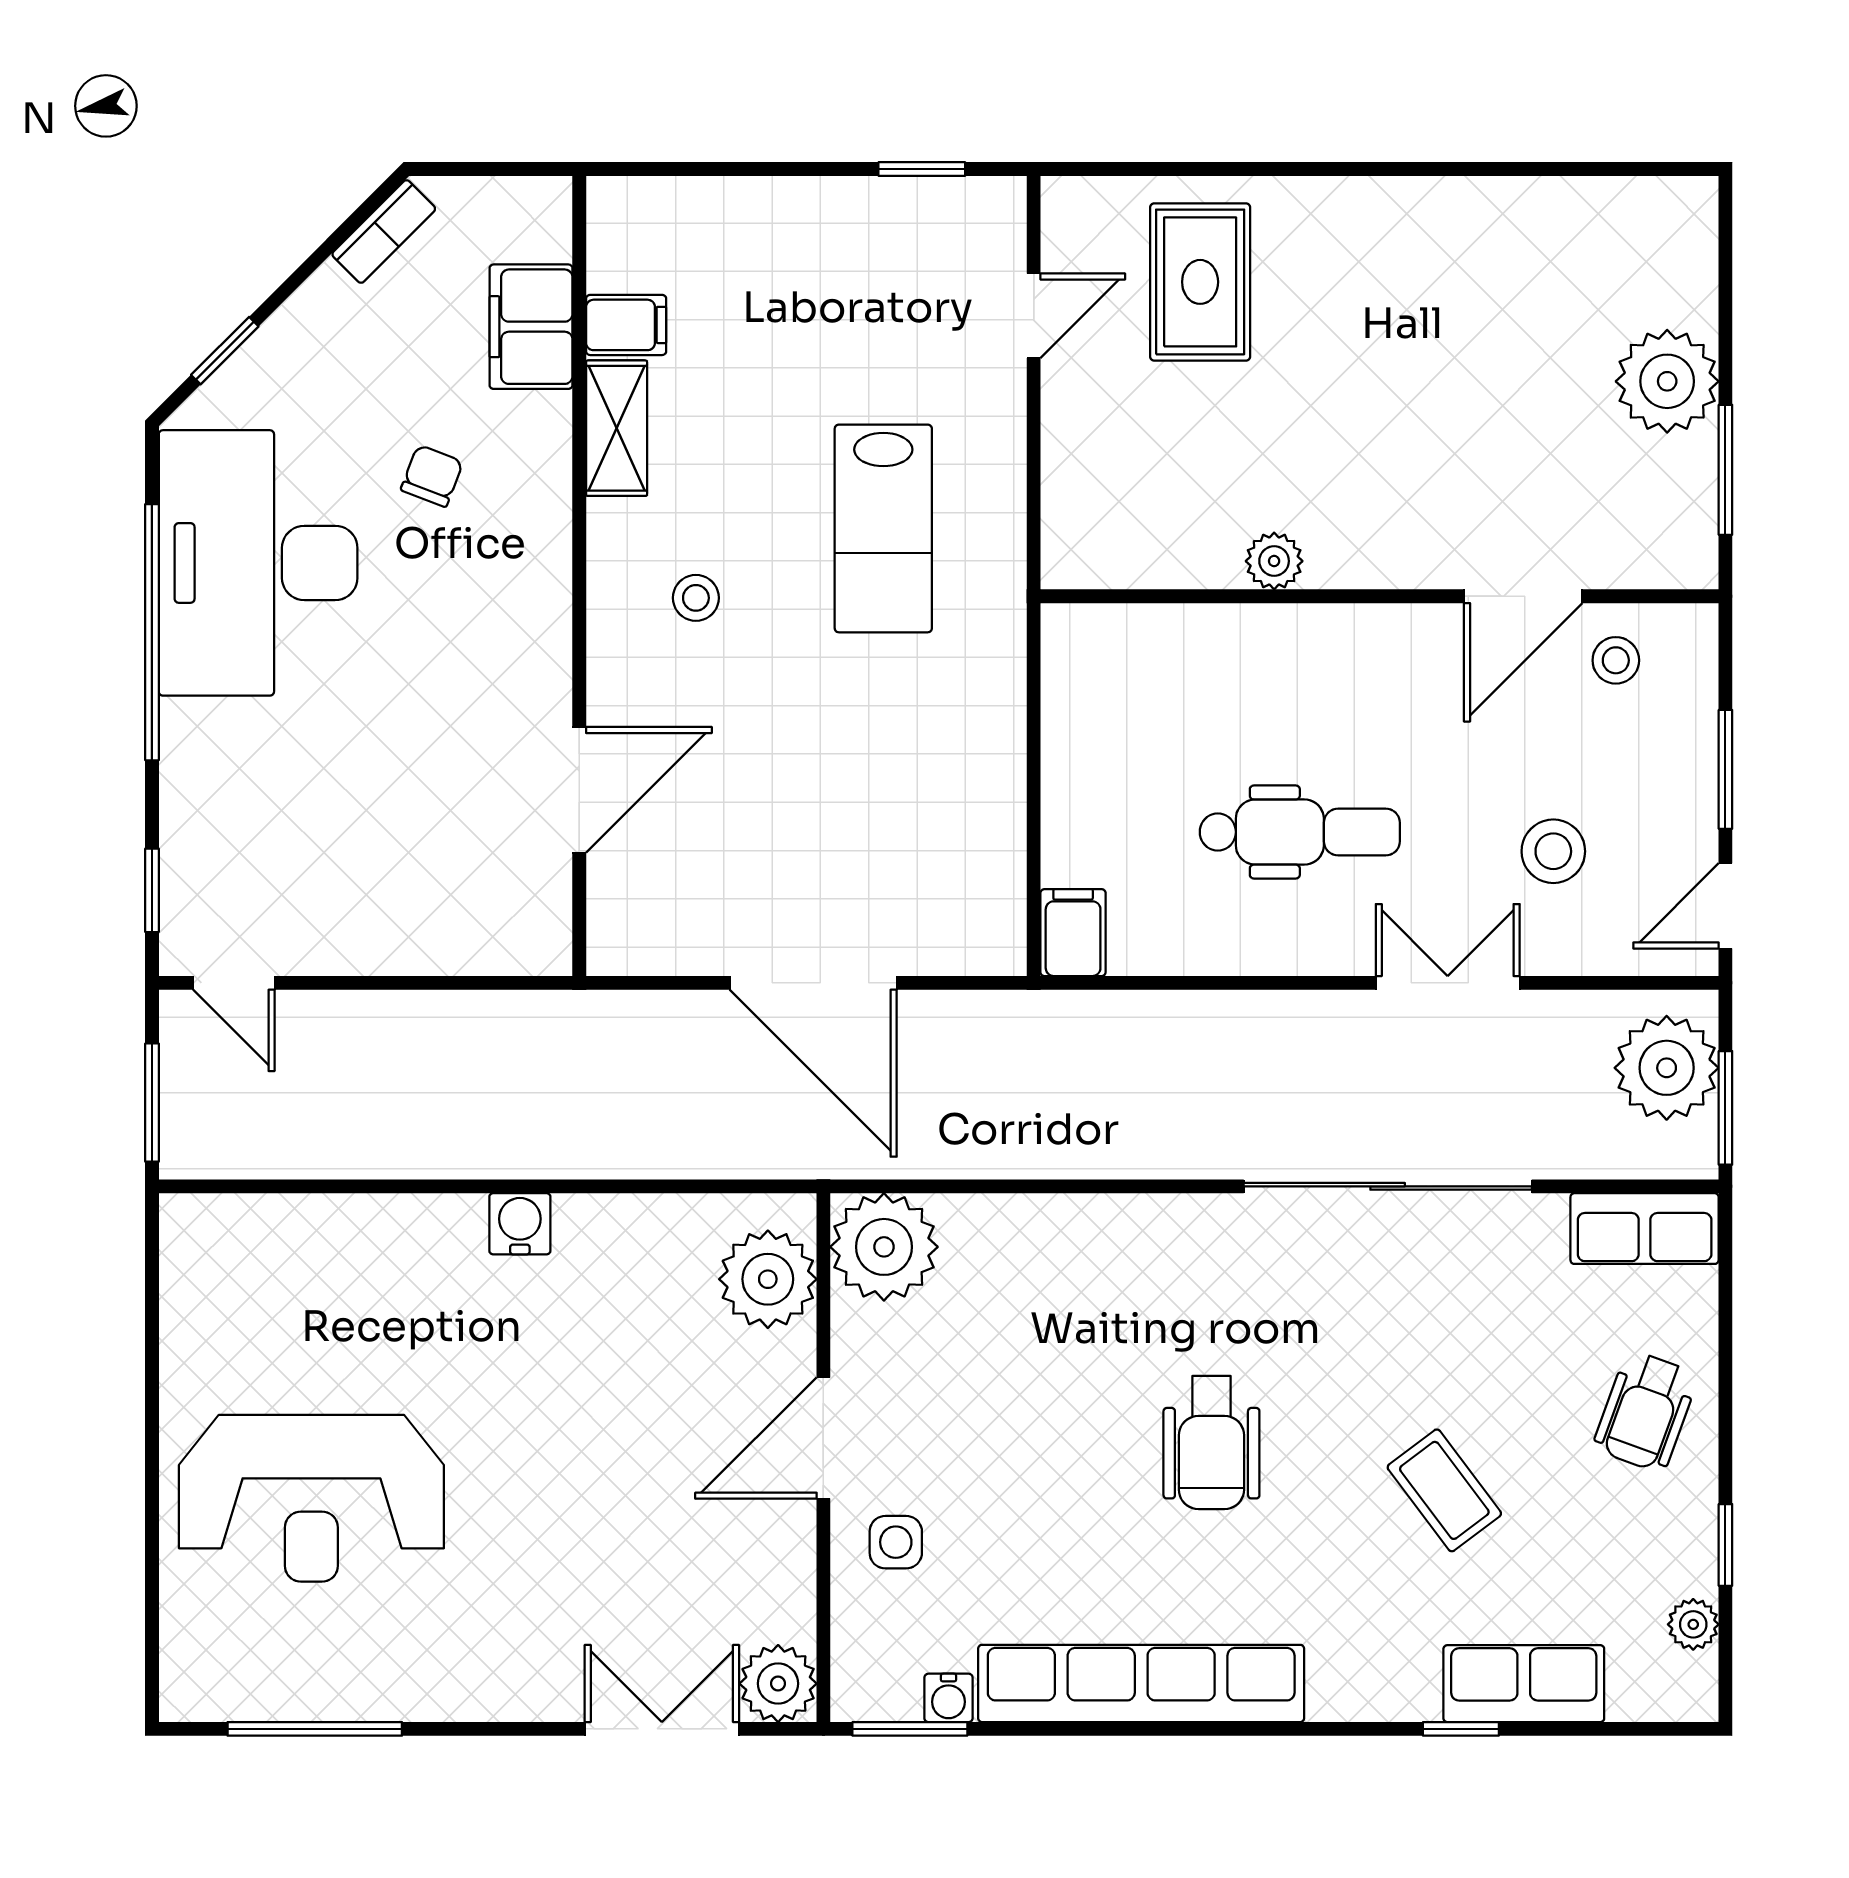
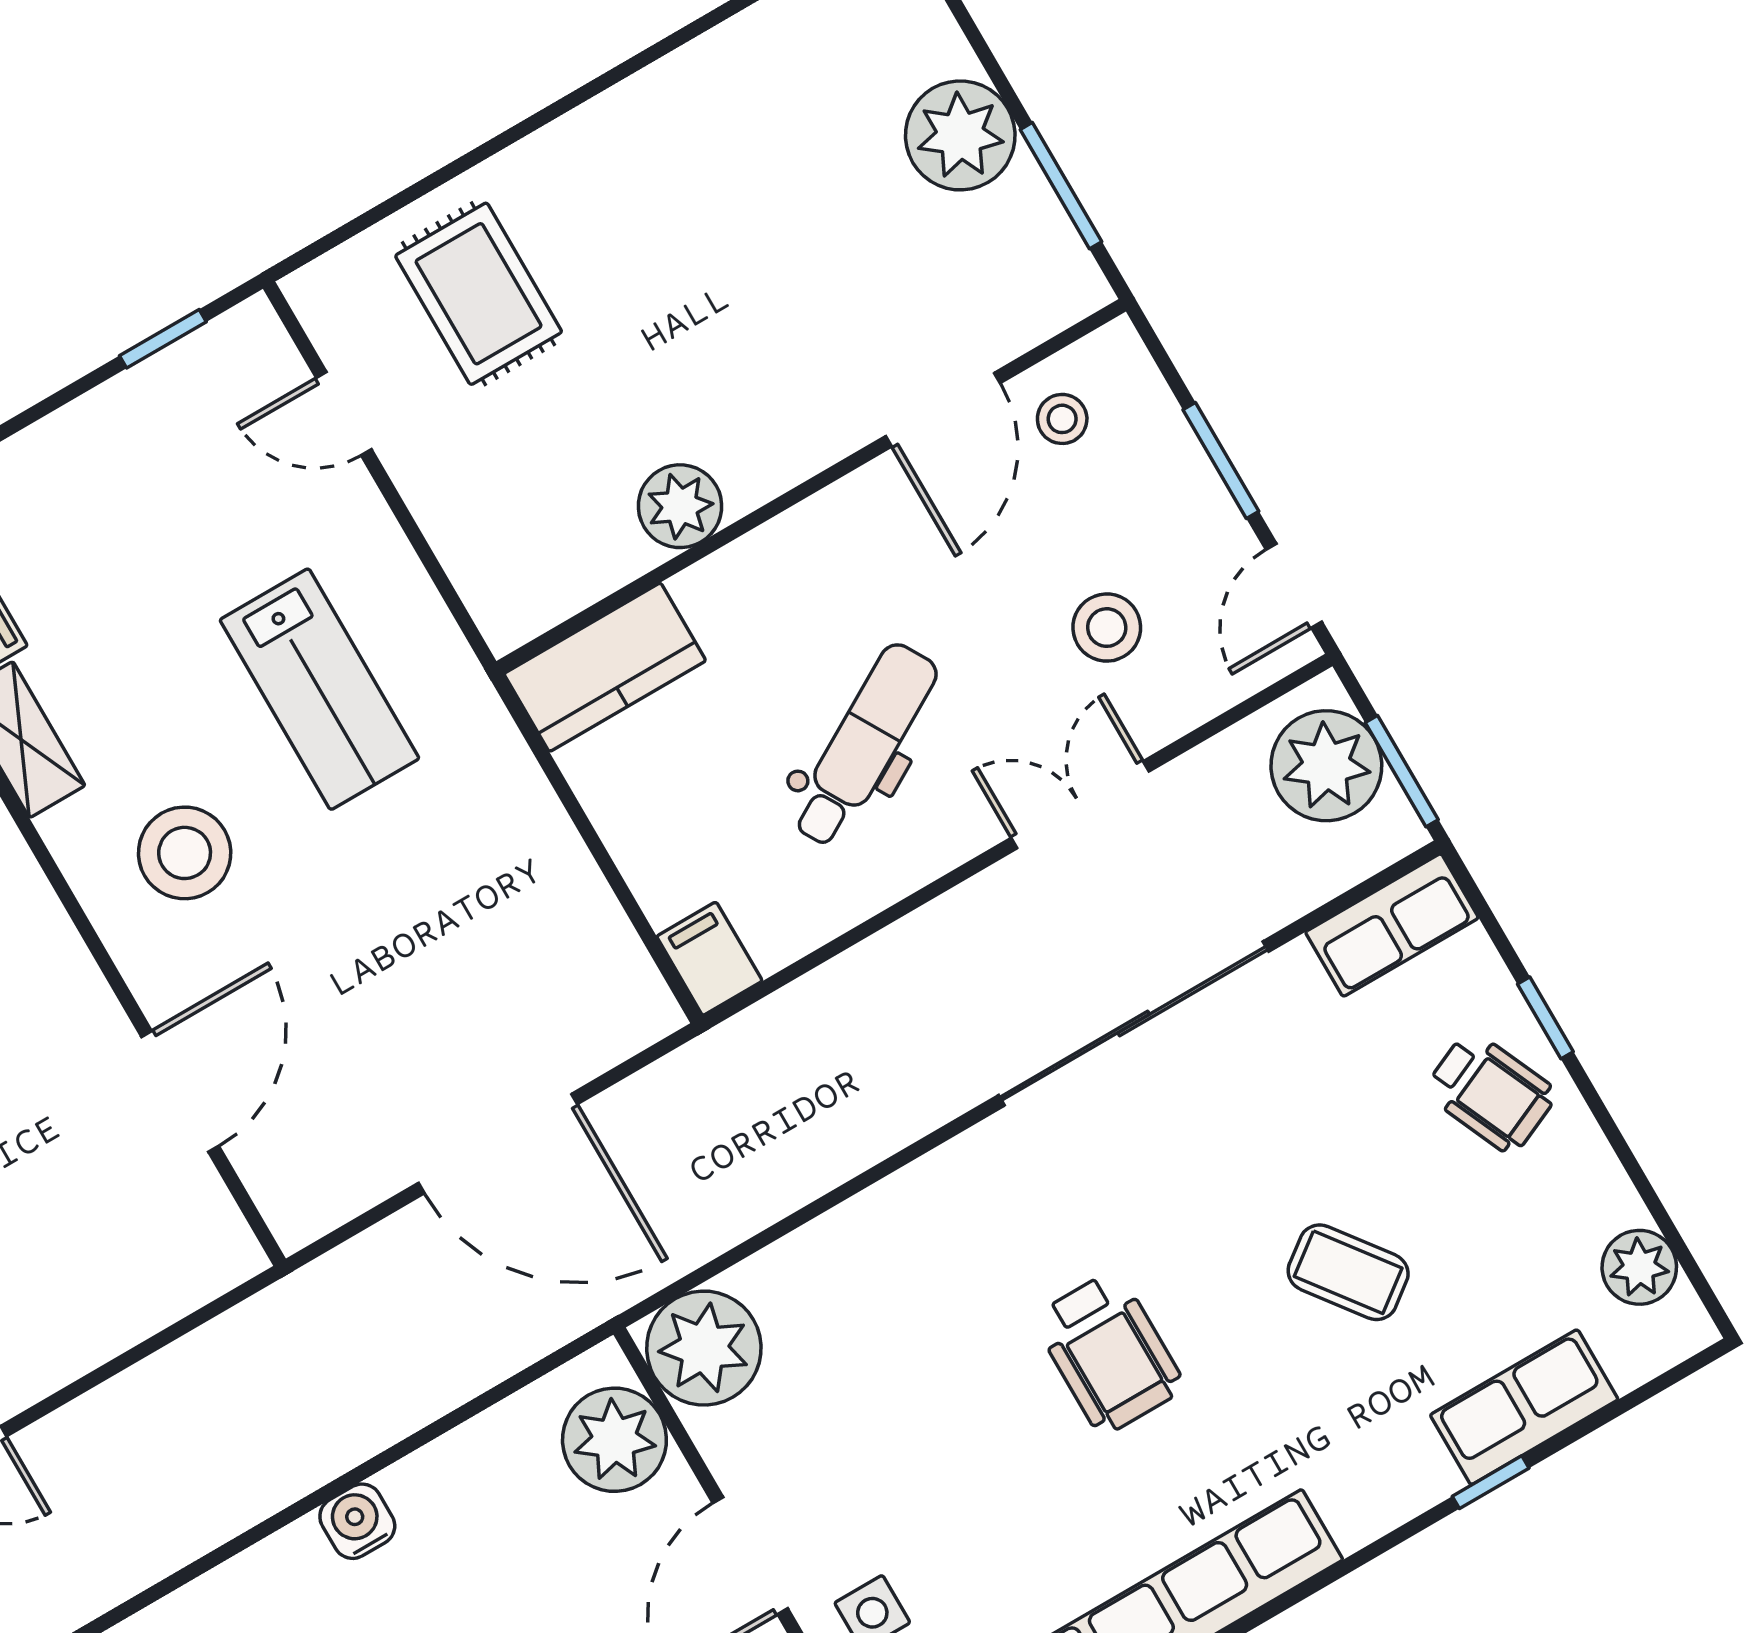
door: (1034, 316) -> (344, 414), swing flipped
plant: (1274, 561) -> (680, 506), width x1.38, depth x1.38
stool: (696, 598) -> (185, 853), width x1.89, depth x1.89
kitchen counter: (1126, 646) -> (605, 667), added
dental chair: (1300, 832) -> (864, 745), turned -30
wheelchair: (1646, 1411) -> (1491, 1092), turned -44
window: (1725, 1545) -> (1545, 1018), moved
plant: (1693, 1624) -> (1639, 1267), width x1.38, depth x1.38

